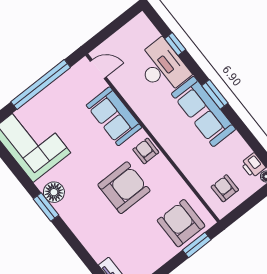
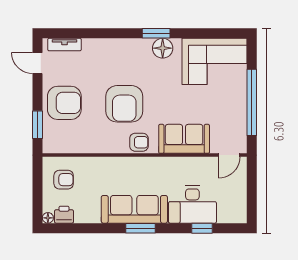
armchair: (181, 223) -> (64, 103), moved

